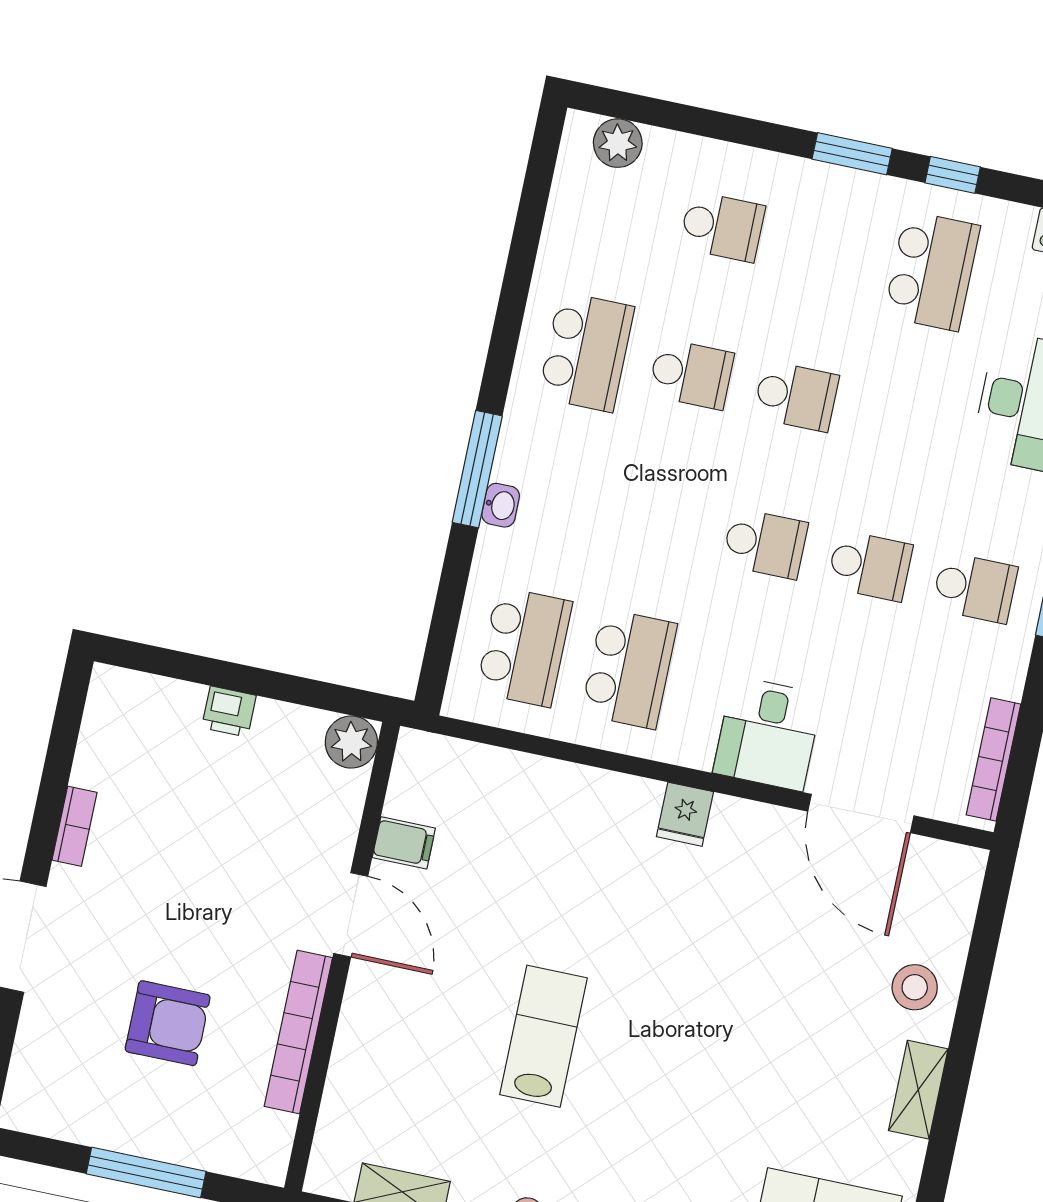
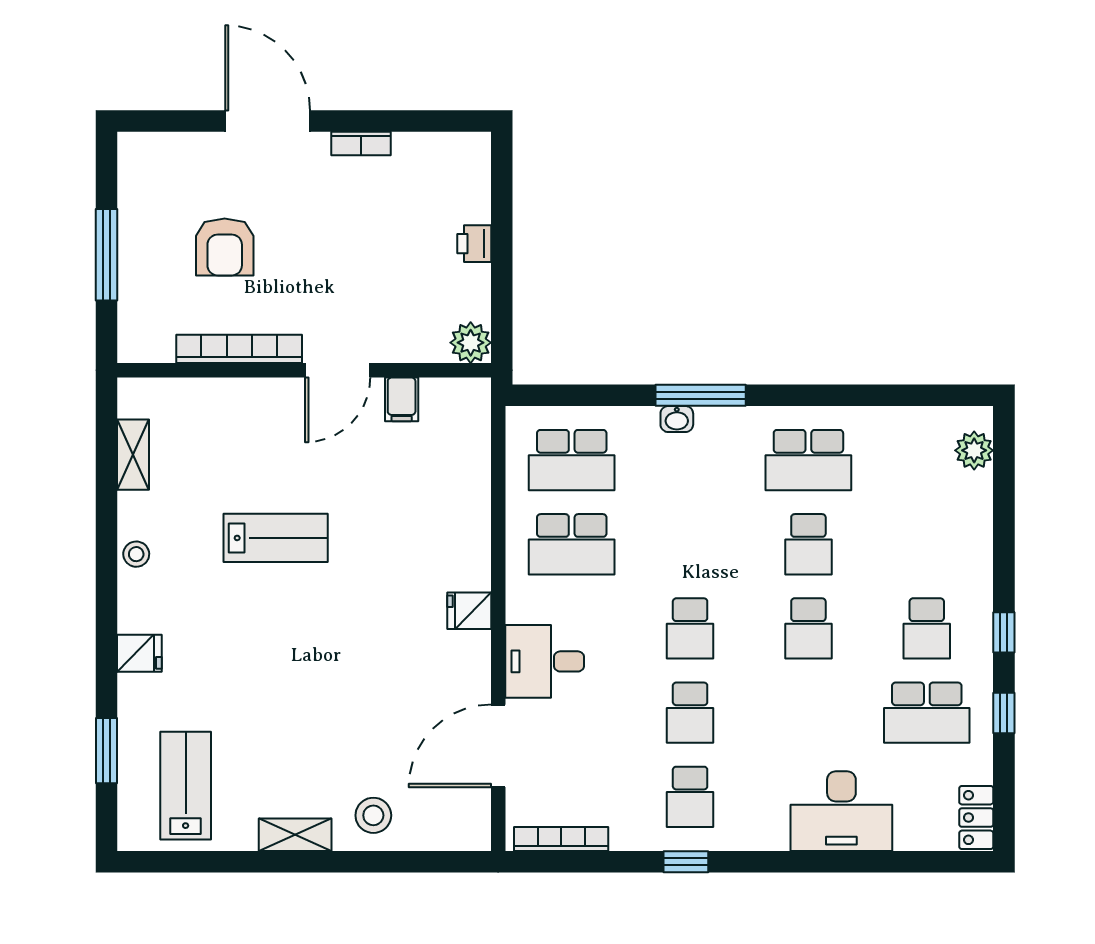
window: (852, 154) -> (1004, 632), width x0.67
school desk: (722, 227) -> (927, 628), moved

